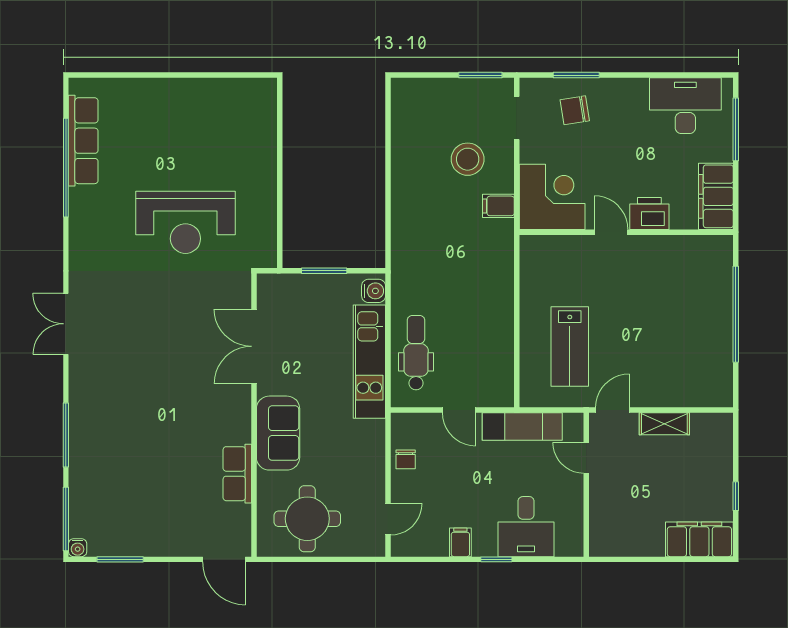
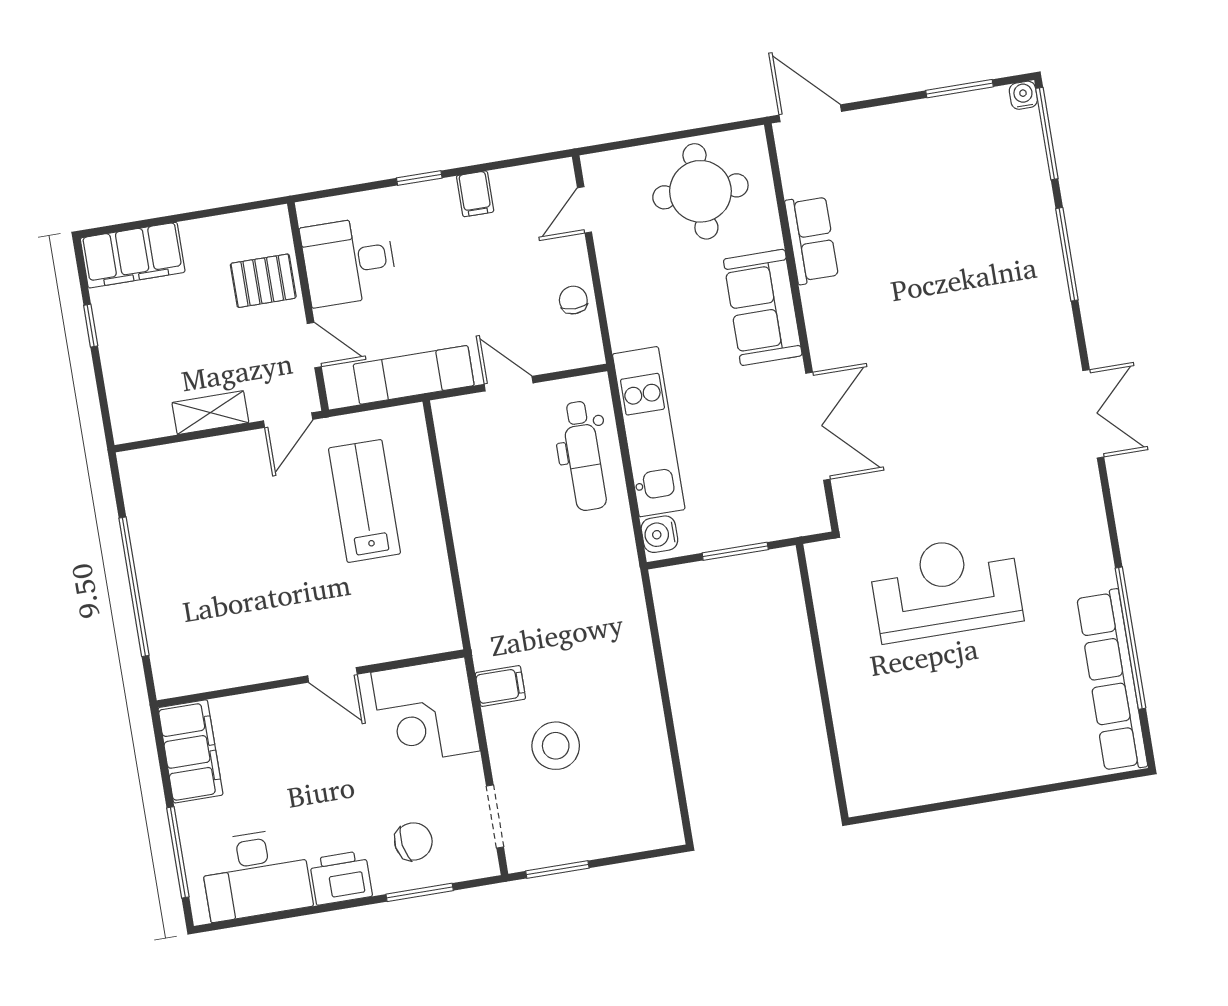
row of seats: (83, 141) -> (1112, 681), width x1.36
printer: (649, 213) -> (341, 878), moved, turned 180
pallet: (614, 507) -> (263, 281), added
desk: (526, 527) -> (349, 261), moved, turned -90

